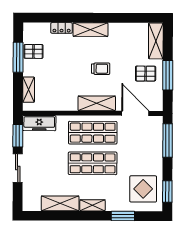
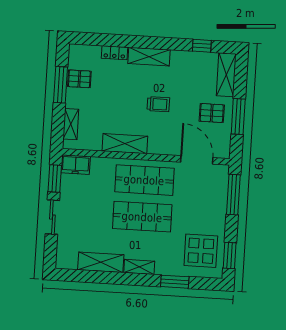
window: (134, 18) -> (202, 46), added
shelving: (97, 103) -> (125, 144), moved
freezer: (39, 123) -> (76, 165), width x0.71

